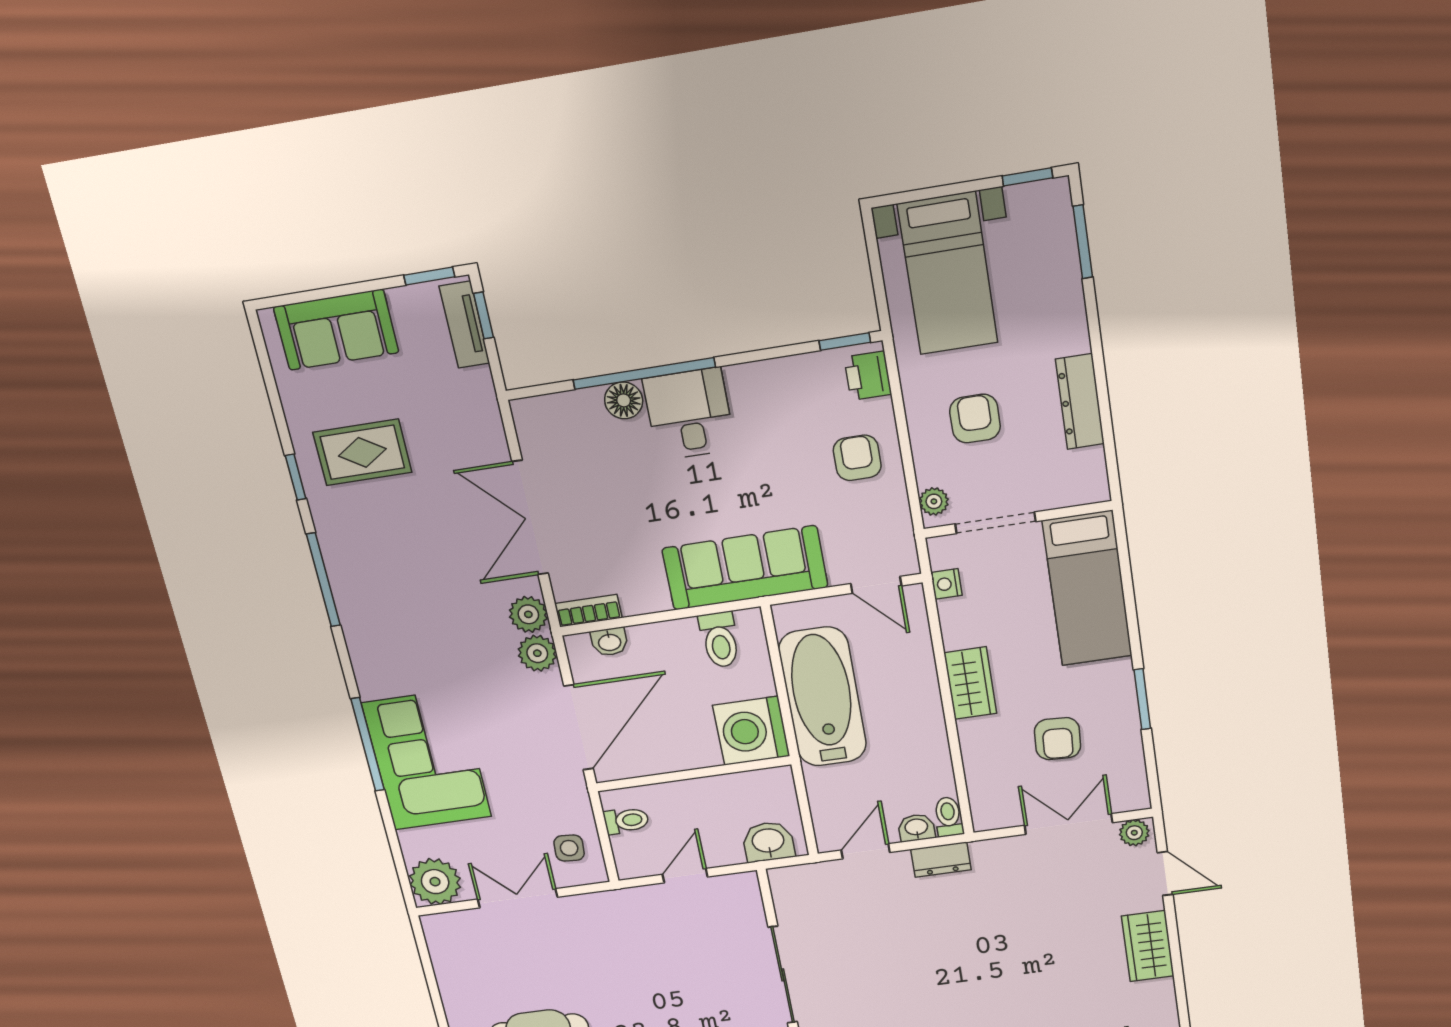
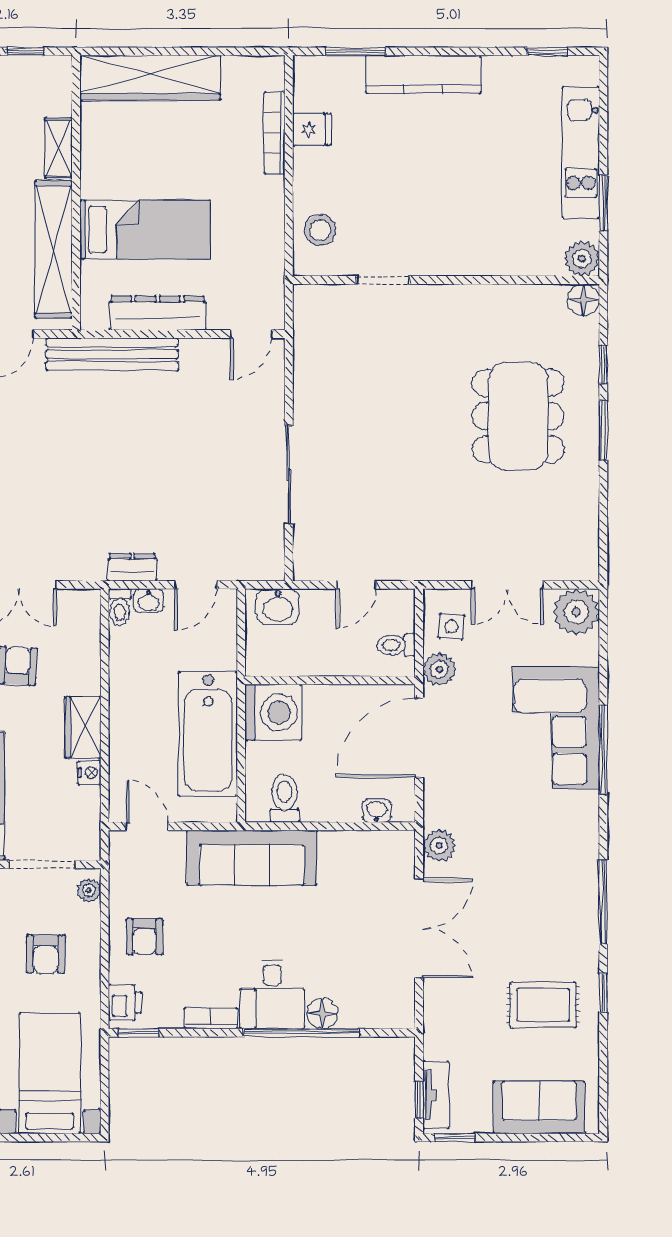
nightstand: (946, 584) -> (89, 773), moved
bookcase: (588, 611) -> (211, 1018), moved, turned 180
plant: (537, 653) -> (439, 669), moved

